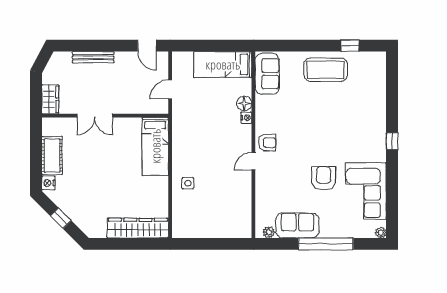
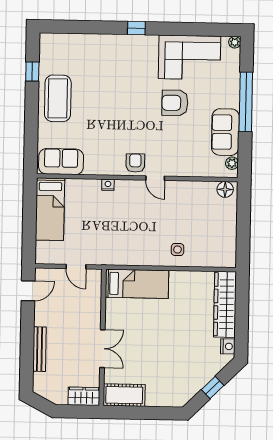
floor lamp: (244, 103) -> (225, 189), moved
cot: (52, 156) -> (124, 395), moved
nightstand: (48, 183) -> (228, 346), moved, turned -90

